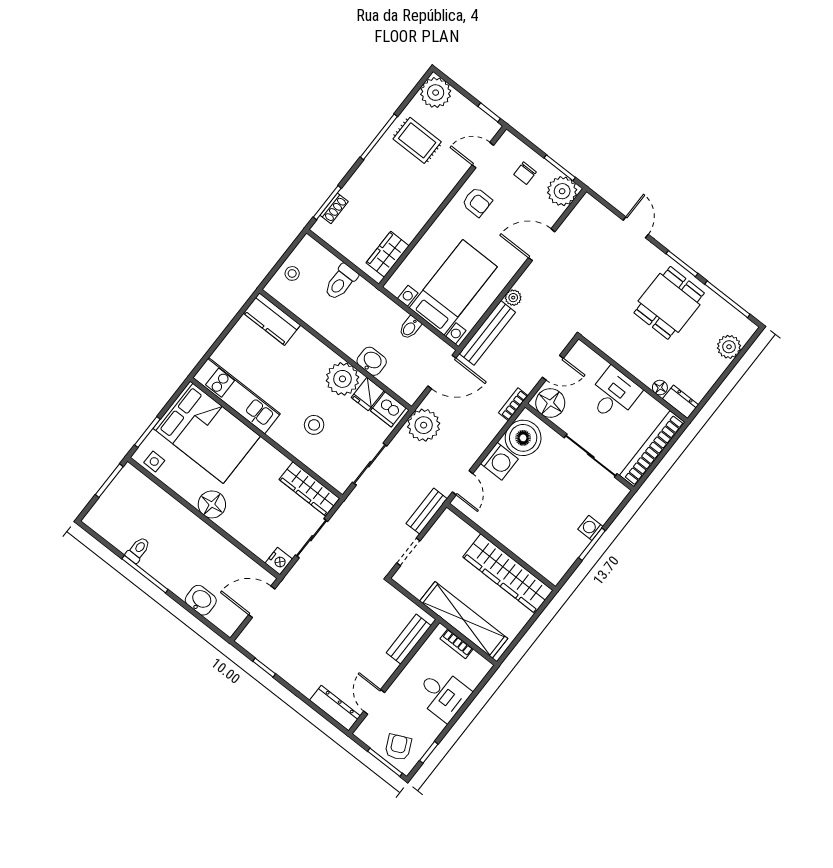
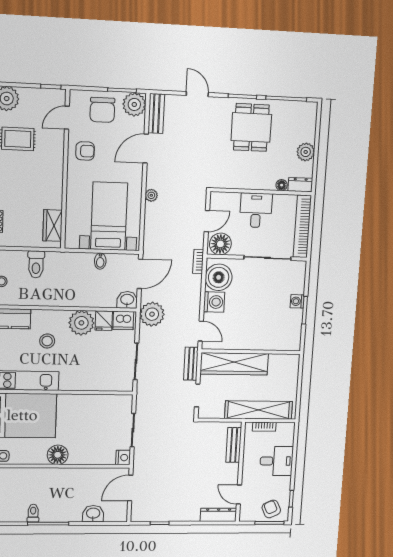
chair: (525, 173) -> (102, 110), width x1.87, depth x1.87
bench: (487, 333) -> (156, 114), moved, width x0.73
plant: (729, 347) -> (306, 152), moved
washbasin: (372, 361) -> (127, 300), moved
stool: (314, 425) -> (47, 341), moved
wardrobe: (309, 489) -> (110, 403), removed
wardrobe: (508, 574) -> (234, 364), moved

